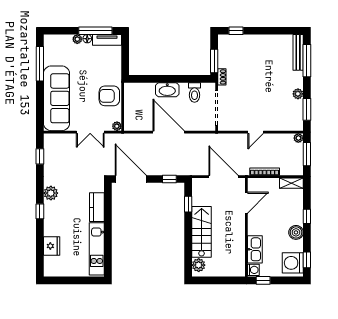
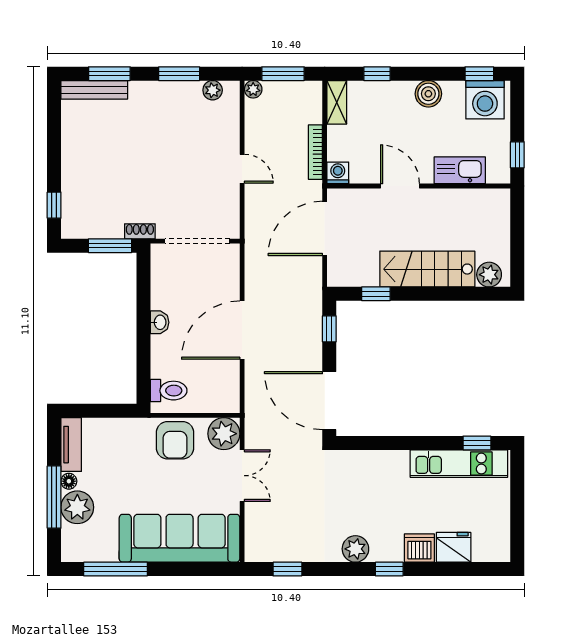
window: (95, 31) -> (54, 497), moved
plant: (77, 39) -> (77, 507), width x1.87, depth x1.87
window: (307, 61) -> (109, 74), width x0.69
washbasin: (167, 90) -> (160, 322), width x0.52, depth x0.69
toilet: (195, 92) -> (169, 391), moved
plant: (298, 94) -> (213, 90), moved
window: (307, 109) -> (179, 74), moved
plant: (117, 126) -> (224, 434), width x1.88, depth x1.88
door: (131, 179) -> (329, 401), hinge flipped
door: (246, 203) -> (400, 186), moved
kitchen counter: (97, 207) -> (381, 463), removed
window: (307, 216) -> (377, 74), moved
dishwasher: (51, 228) -> (419, 548), added
window: (108, 259) -> (477, 443), added
washing machine: (253, 270) -> (338, 173), moved

